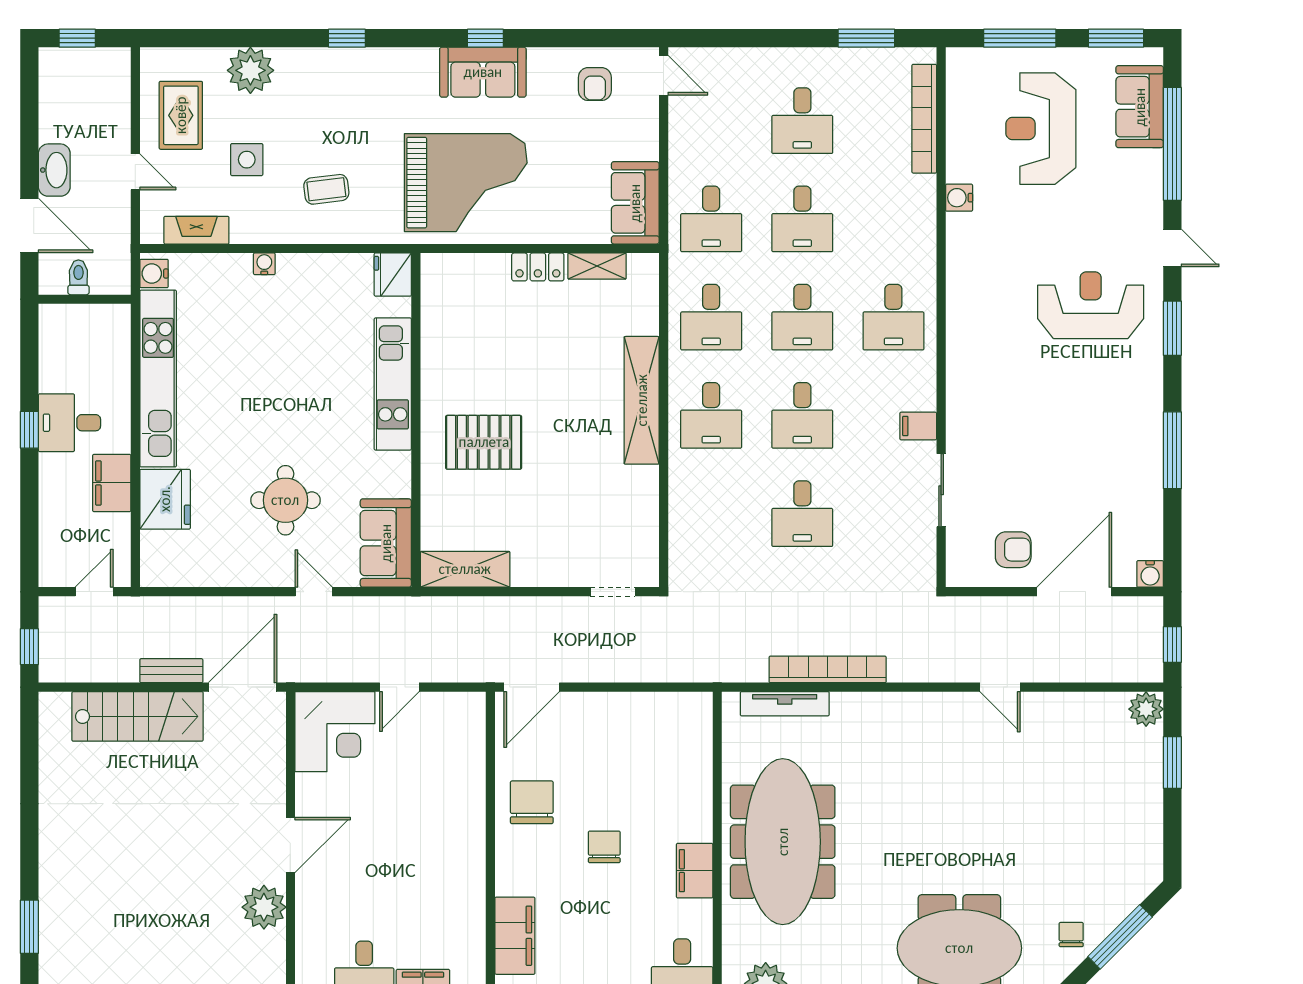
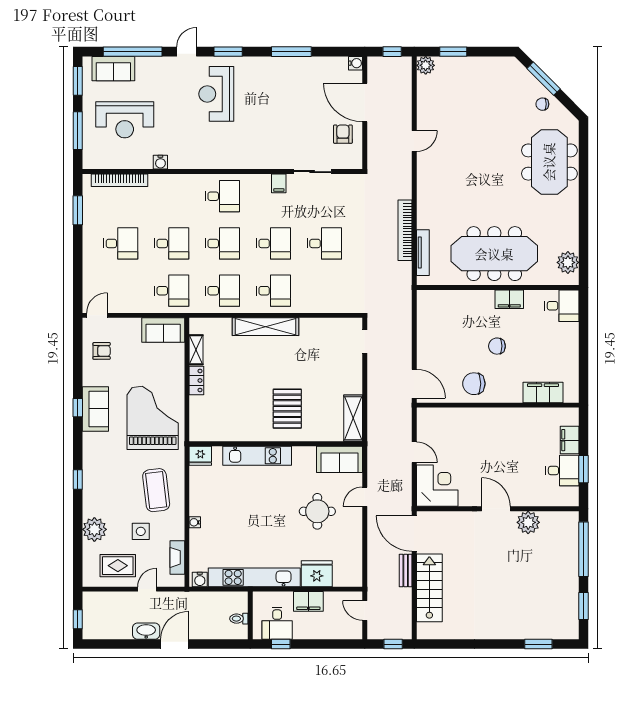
coffee table: (326, 189) -> (156, 490), width x1.86, depth x1.72
toilet: (78, 277) -> (239, 619), moved
wall: (85, 299) -> (250, 615), moved

